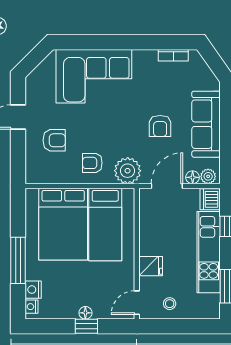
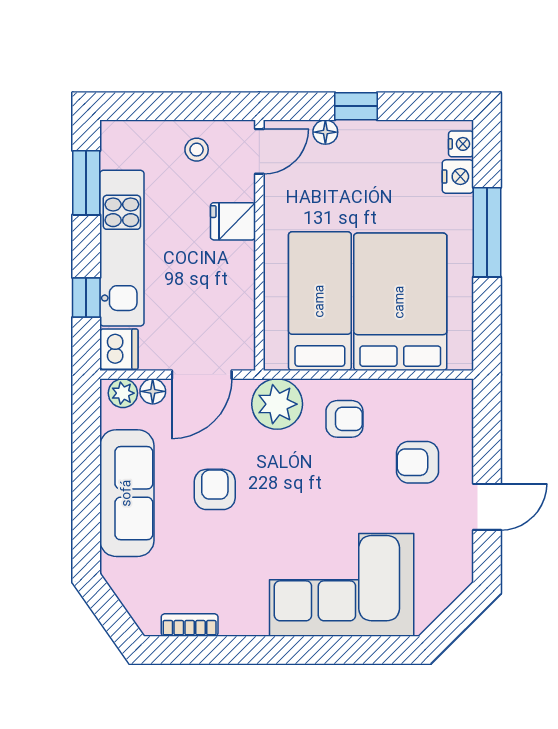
floor lamp: (85, 313) -> (325, 132), moved

